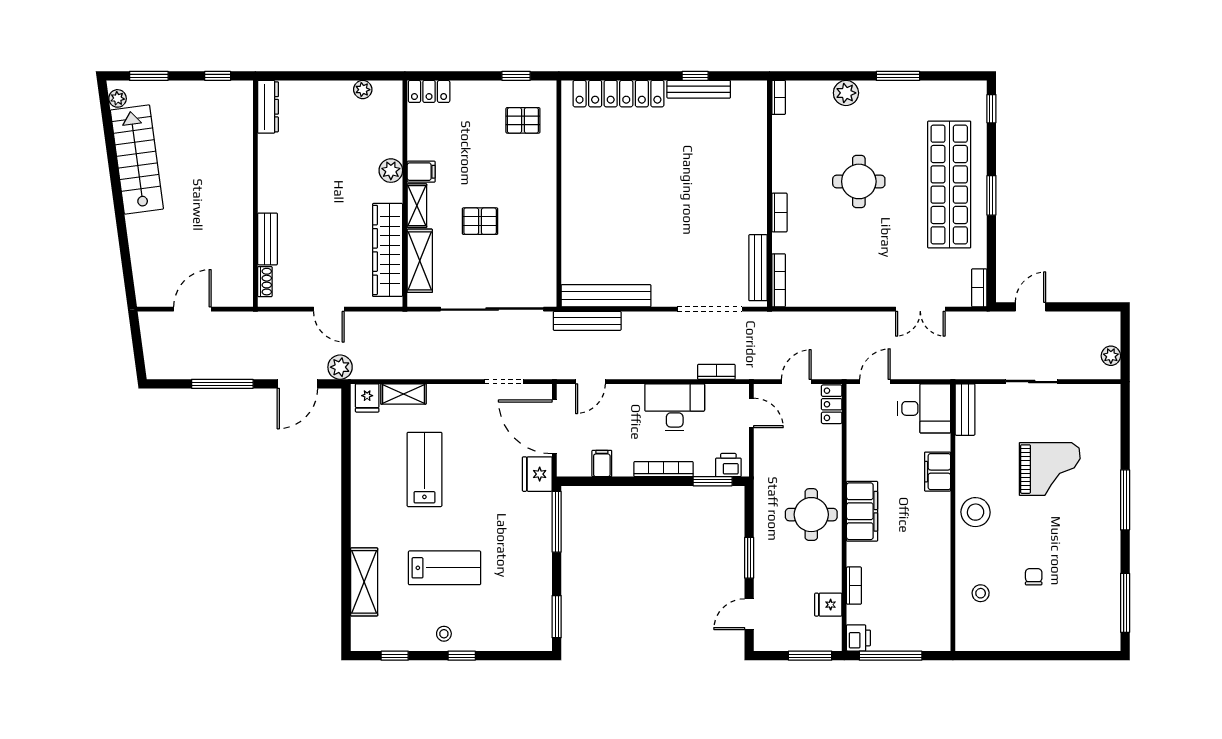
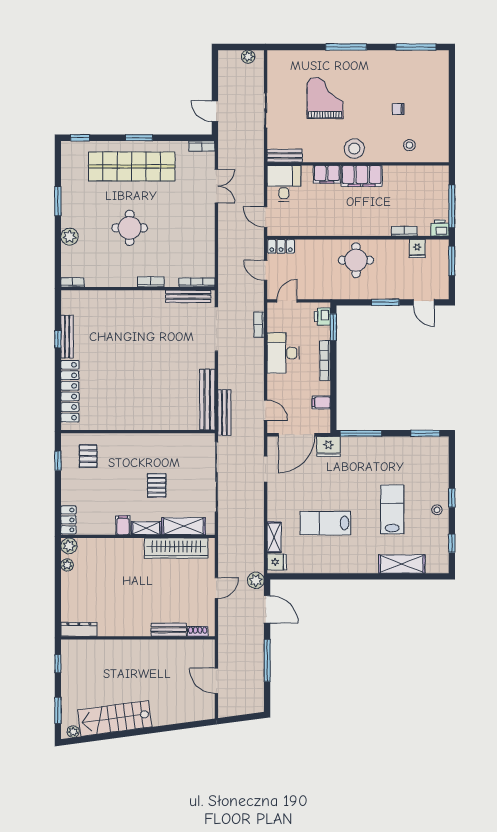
plant: (391, 171) -> (69, 546), moved
filing cabinet: (862, 511) -> (362, 176), moved, turned 180

